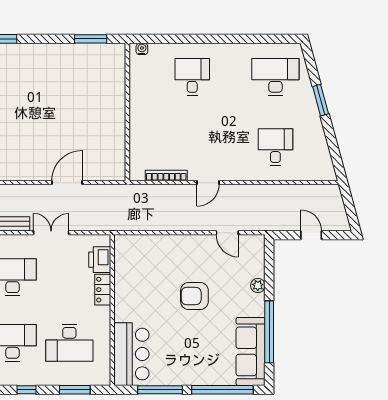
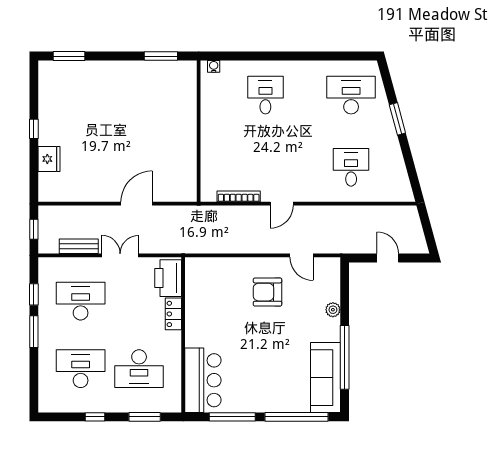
printer: (100, 260) -> (168, 278), width x1.37, depth x1.19
armchair: (194, 296) -> (267, 292), moved

